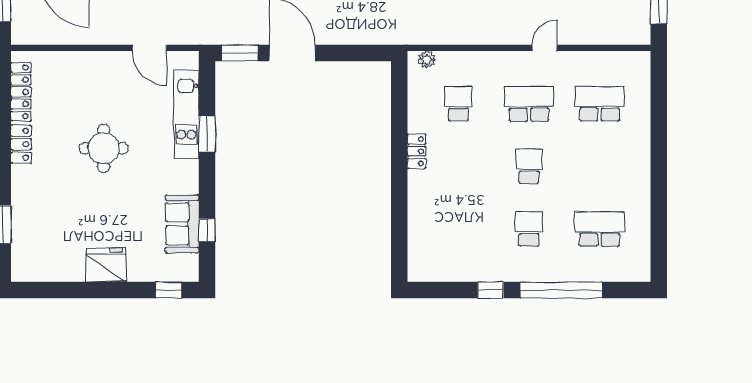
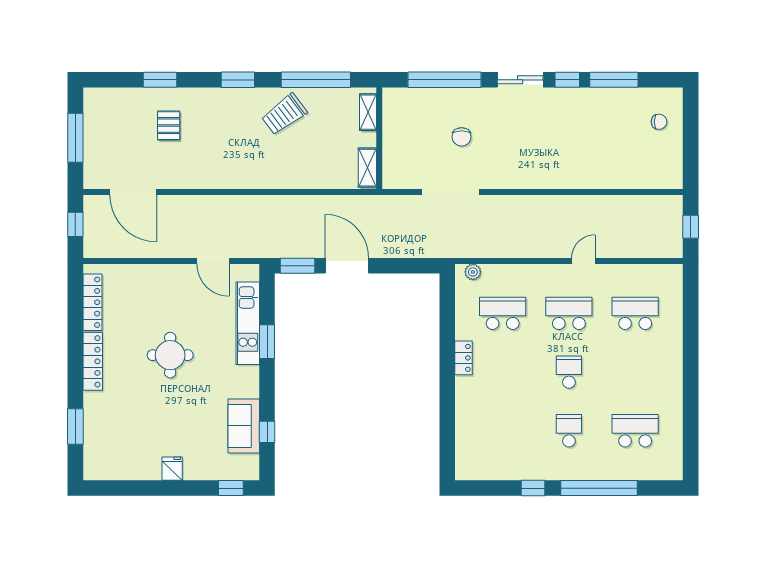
school desk: (458, 104) -> (503, 313), width x1.85
locker: (21, 144) -> (93, 361), width x1.53
fridge: (106, 265) -> (172, 469), width x0.53, depth x0.75

